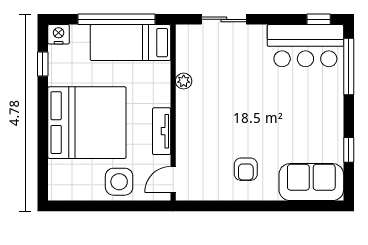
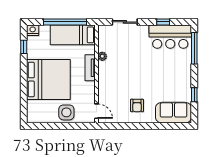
window: (319, 19) -> (163, 22), moved
tv unit: (162, 131) -> (90, 68), moved
door: (173, 179) -> (96, 111), swing flipped

